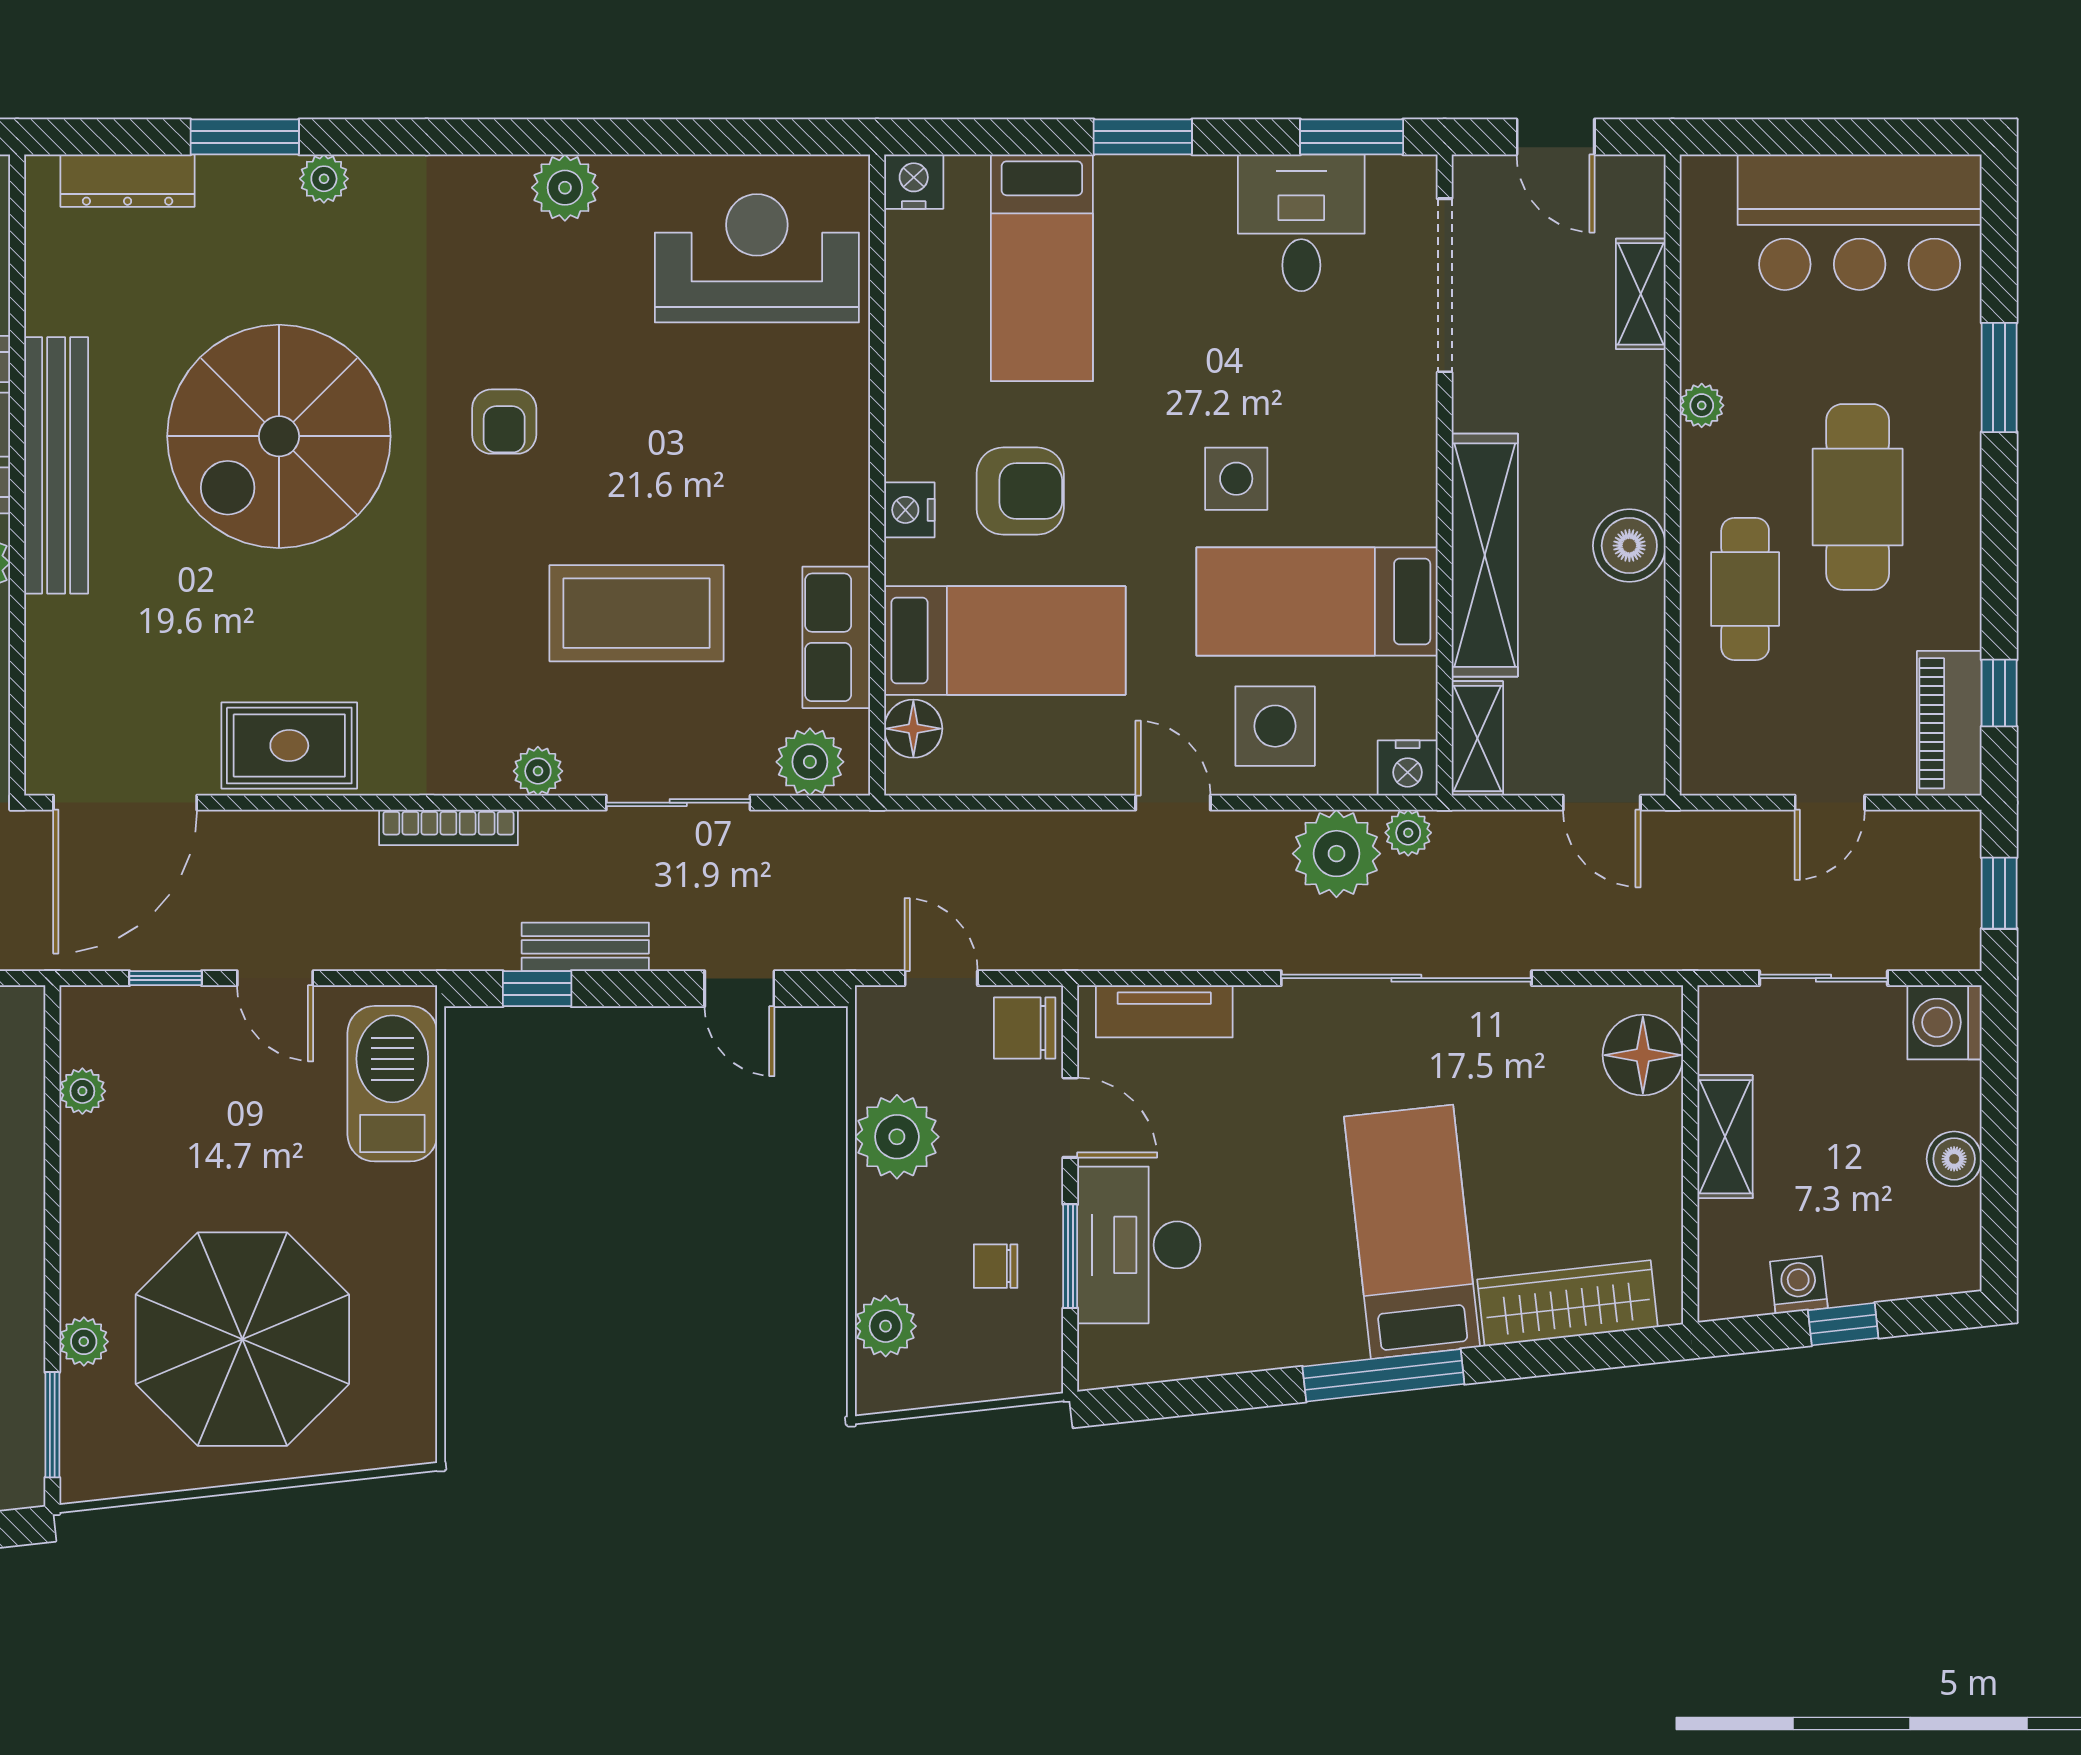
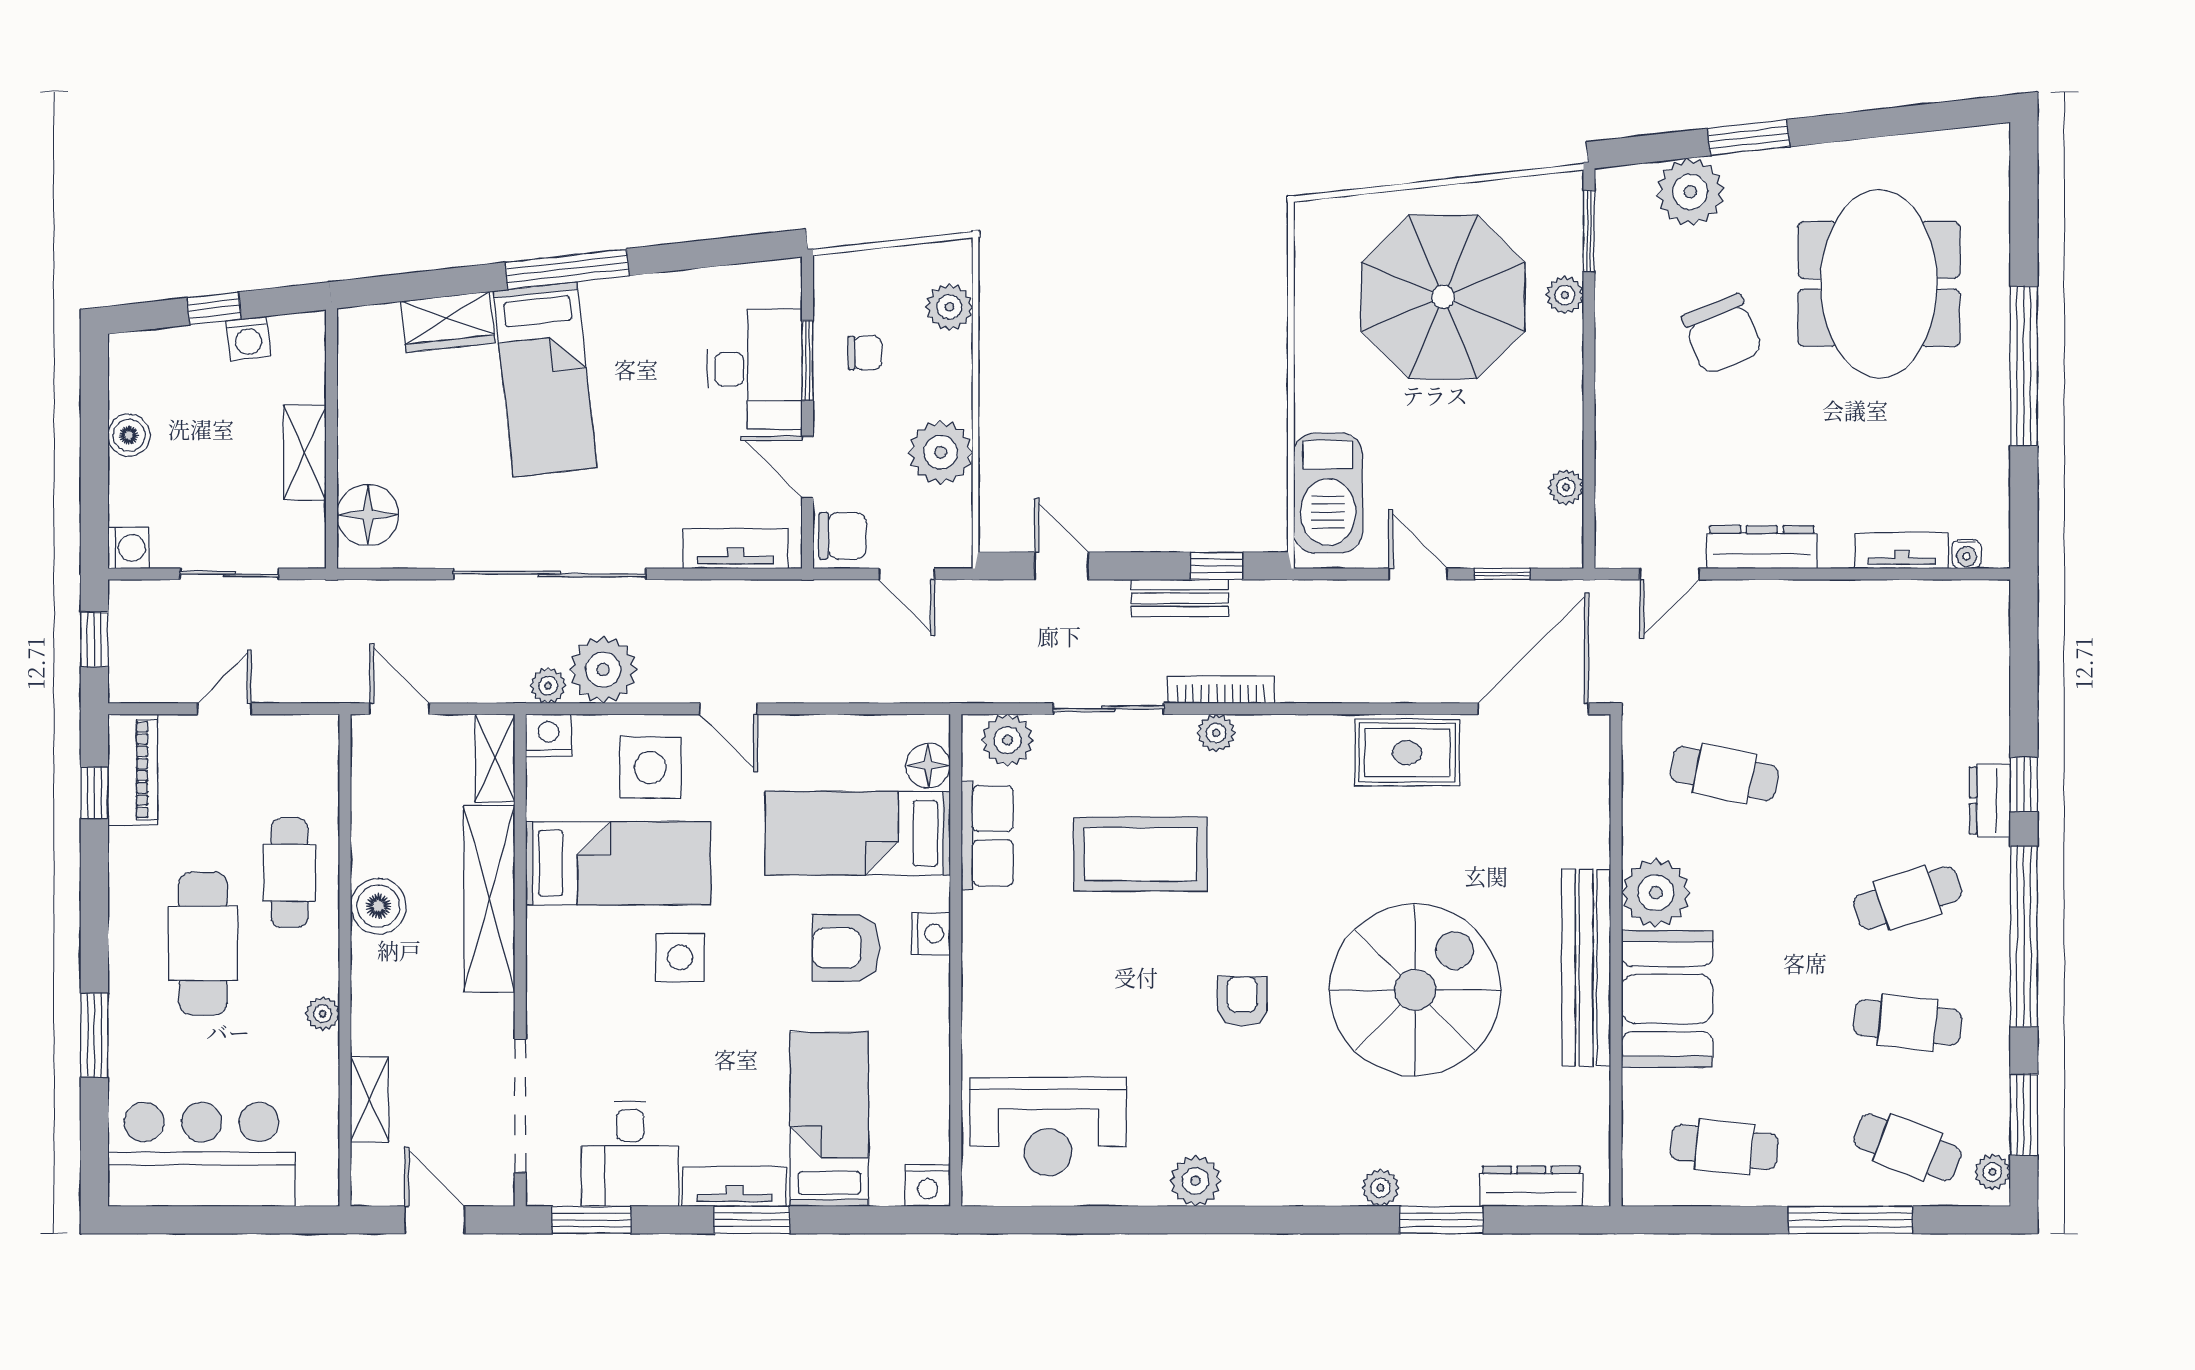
tv unit: (1165, 180) -> (734, 1187), added
bookcase: (448, 827) -> (1221, 690), moved
washing machine: (1944, 1022) -> (129, 548), width x0.73, depth x0.73
wardrobe: (1568, 1303) -> (448, 322), width x0.67

